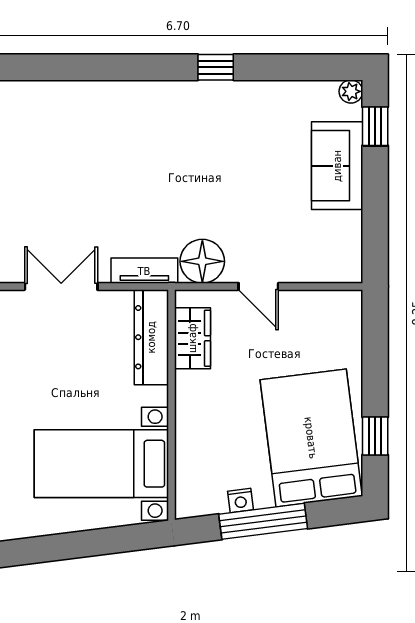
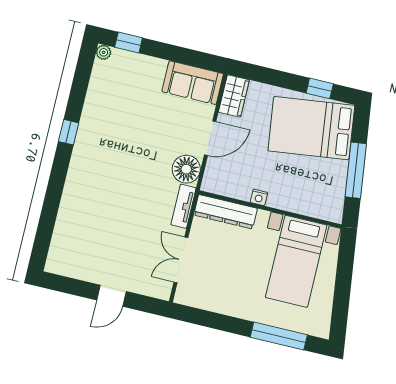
sofa: (337, 166) -> (193, 83), moved
door: (258, 286) -> (210, 138), width x1.38
wardrobe: (192, 338) -> (234, 96), moved, turned 90
nightstand: (241, 500) -> (259, 197), moved, turned 97

